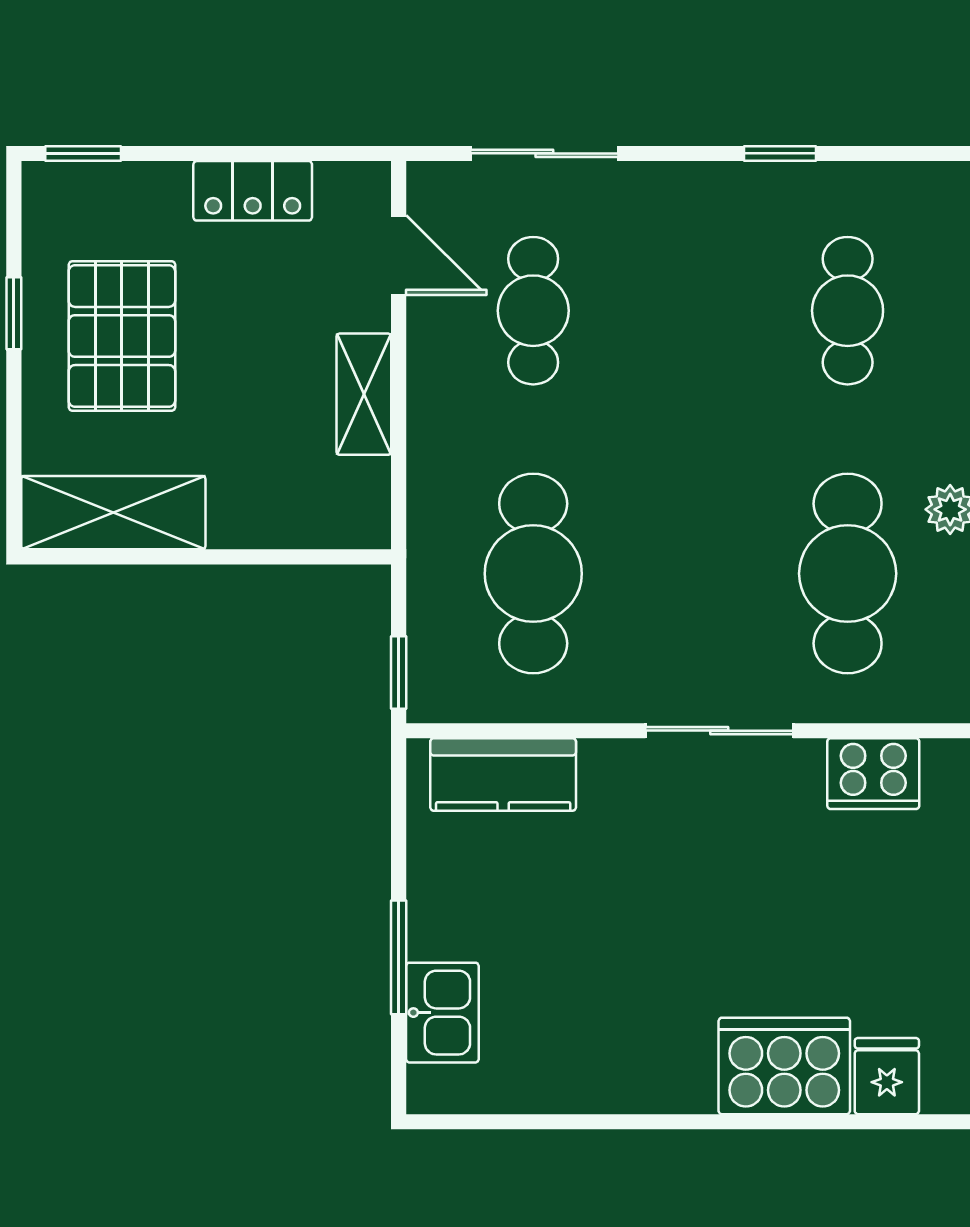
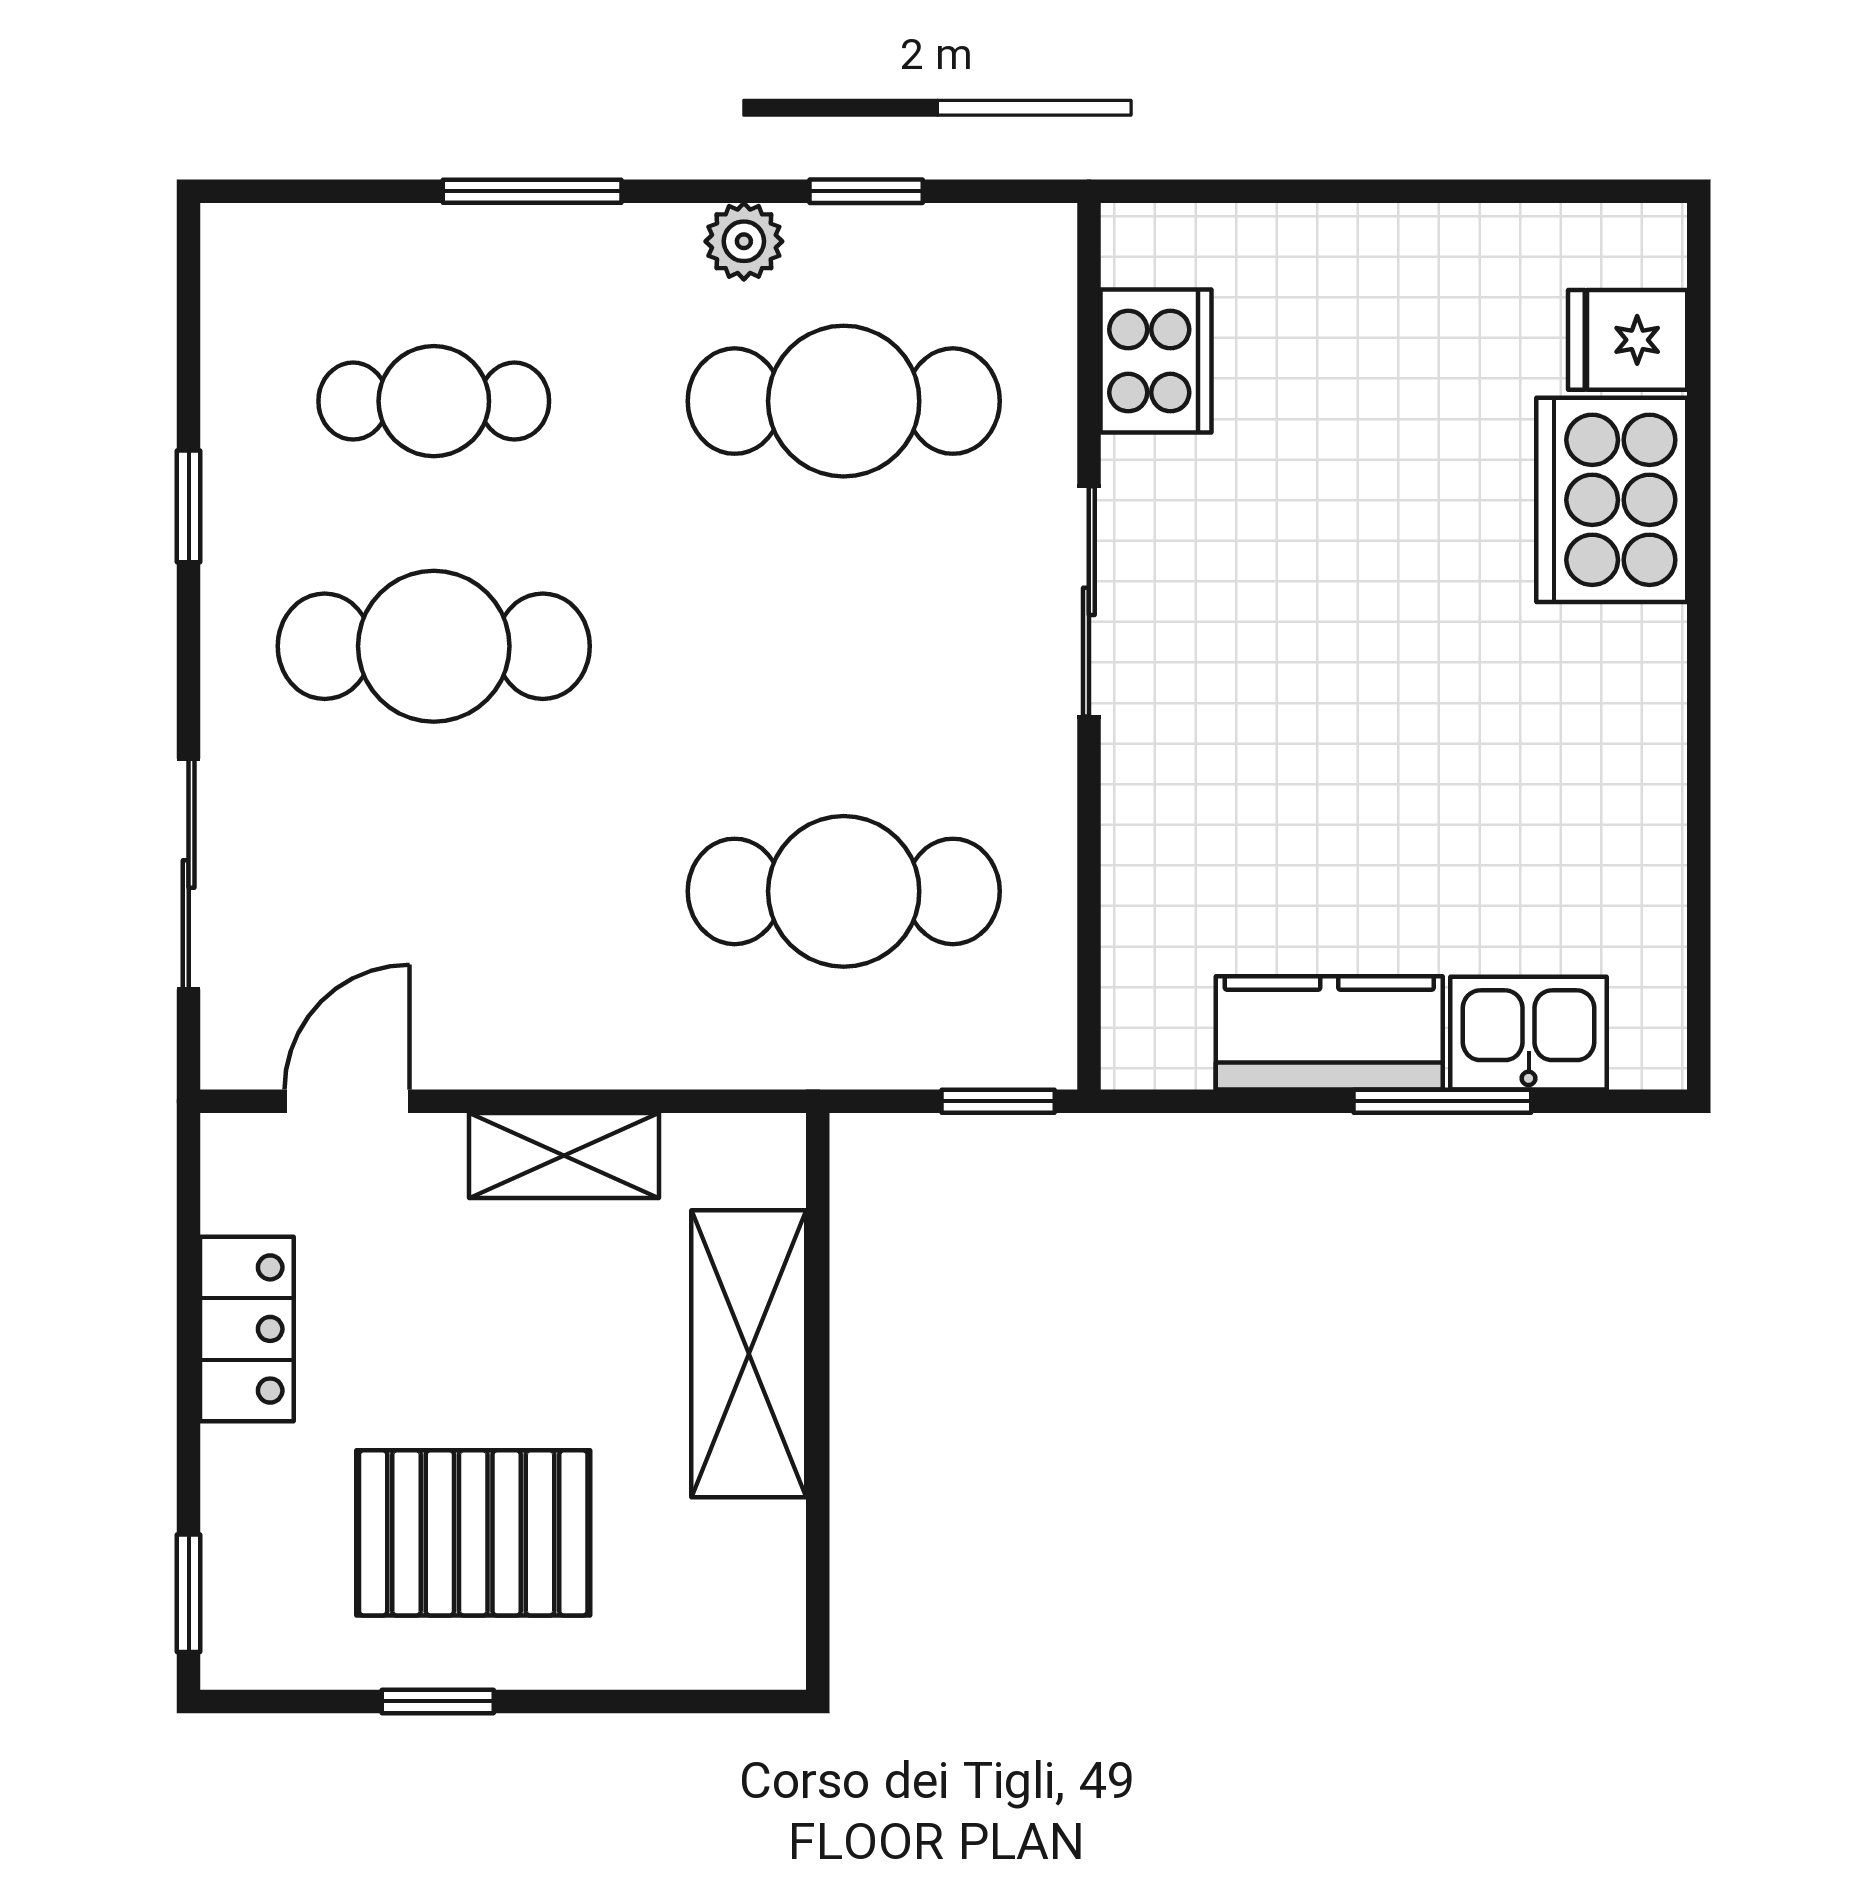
cafe table: (533, 311) -> (434, 646), moved, width x1.37, depth x1.35
shelving: (113, 513) -> (749, 1354), moved
kitchen counter: (503, 775) -> (1329, 1033), moved, turned -90

